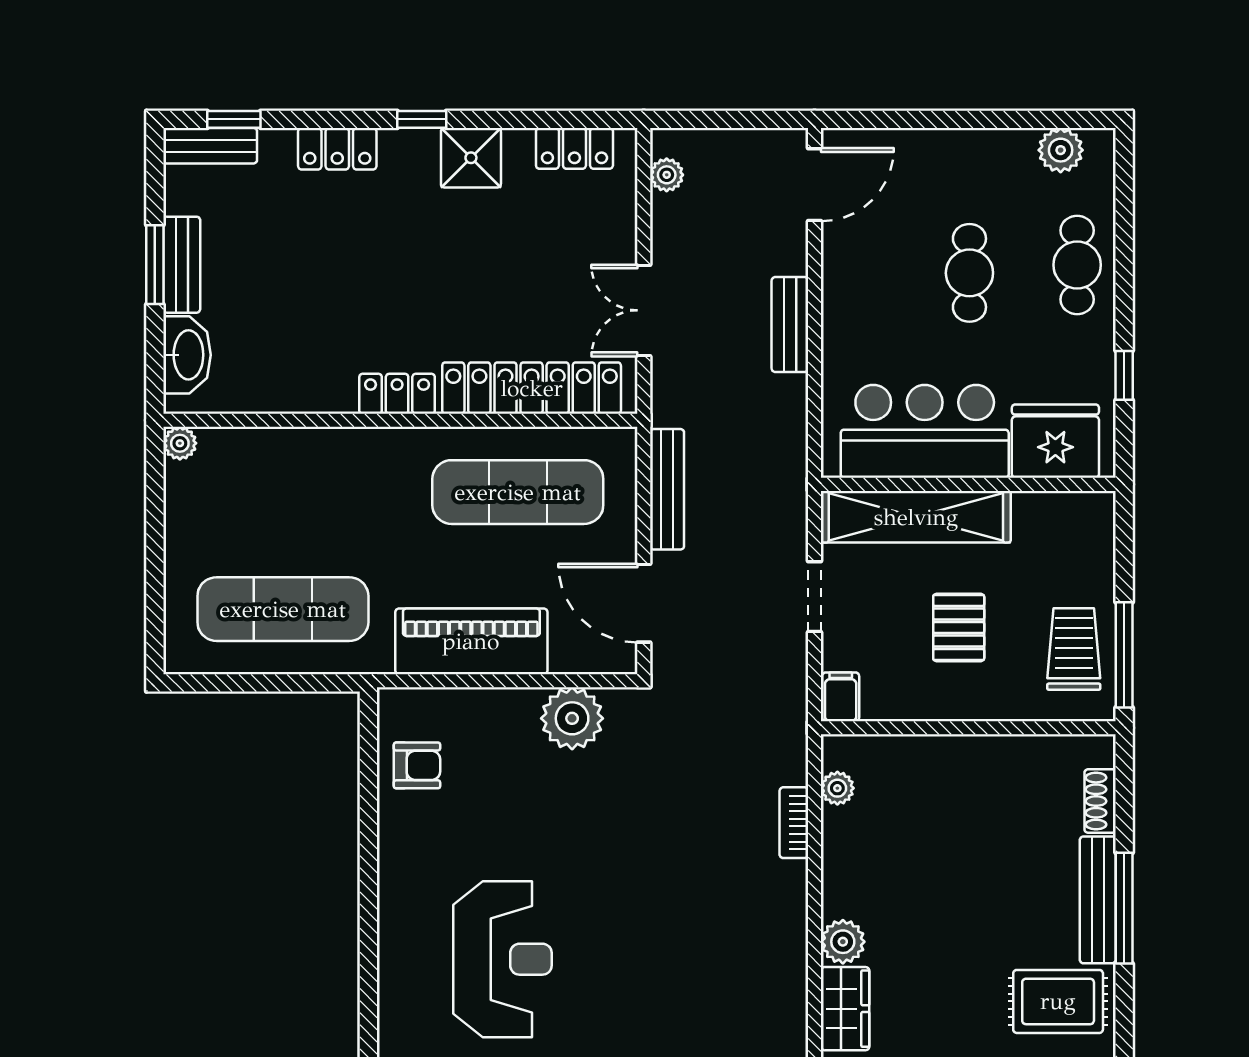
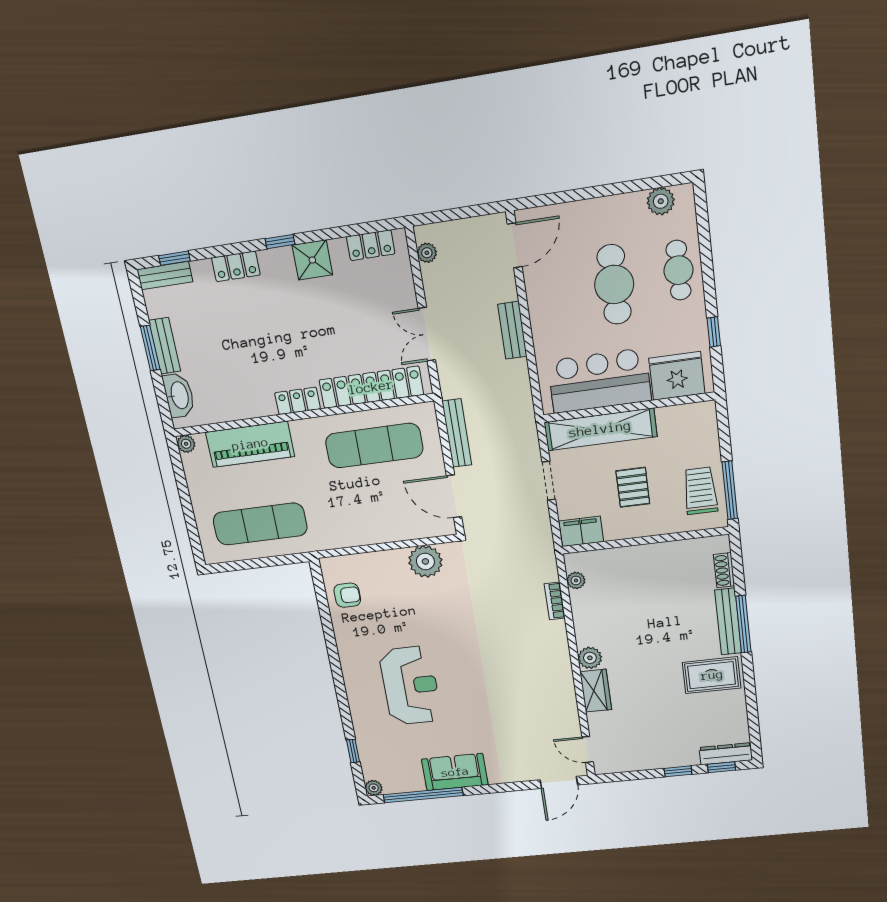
cafe table: (969, 273) -> (614, 284), width x1.37, depth x1.35
piano: (471, 641) -> (250, 444), moved, turned 180
filing cabinet: (841, 697) -> (581, 531), width x2.00

